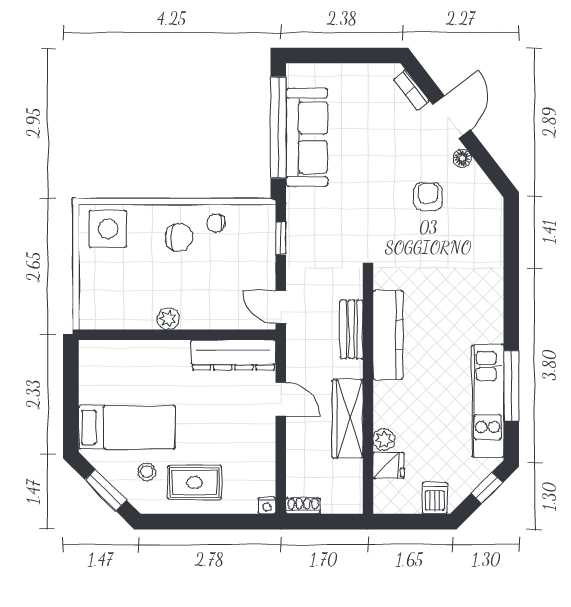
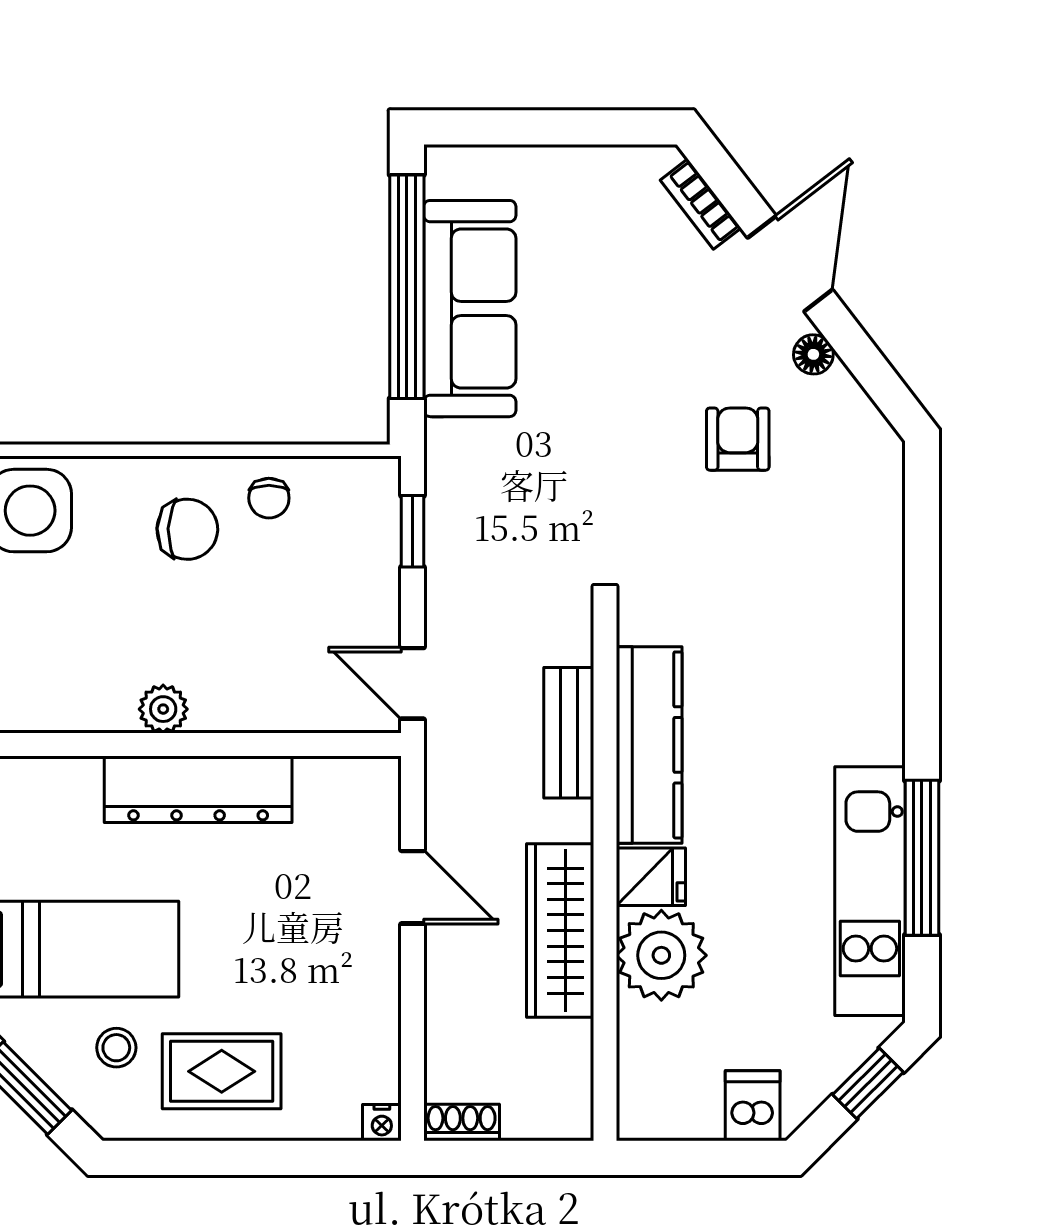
chair: (216, 223) -> (269, 498), turned -90
dresser: (233, 355) -> (198, 789), moved
plant: (384, 439) -> (661, 955), width x1.88, depth x1.88
fridge: (389, 465) -> (651, 877), moved

